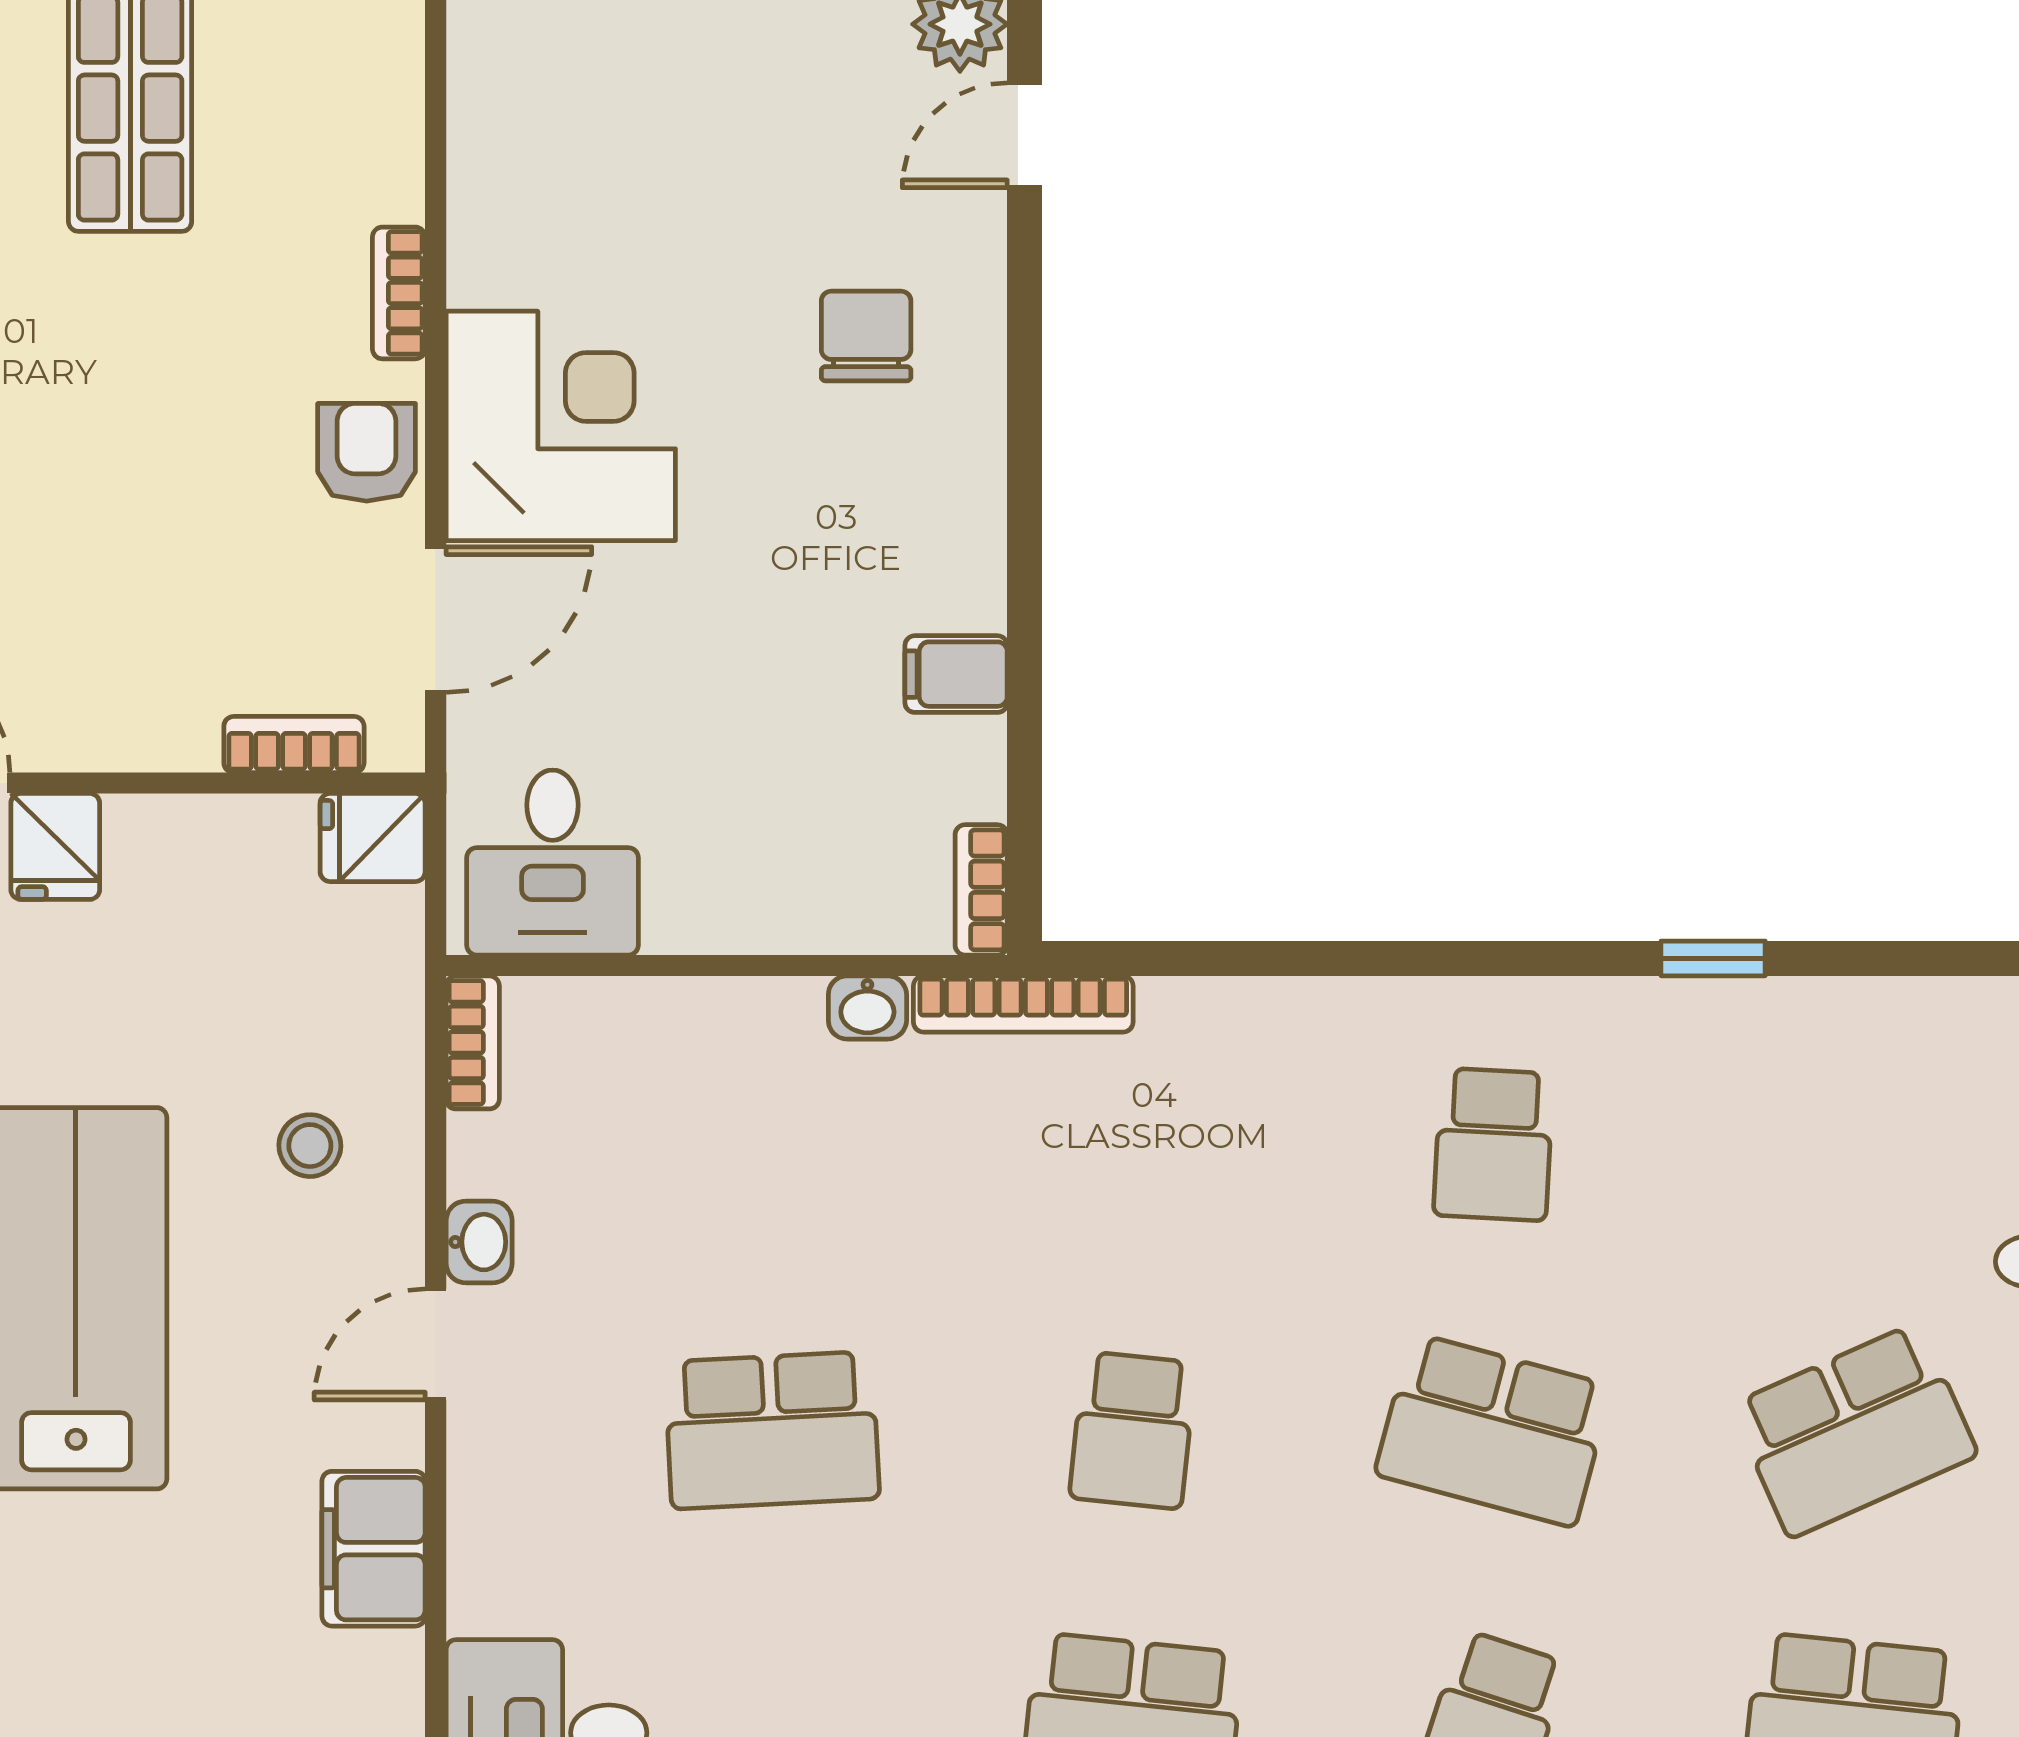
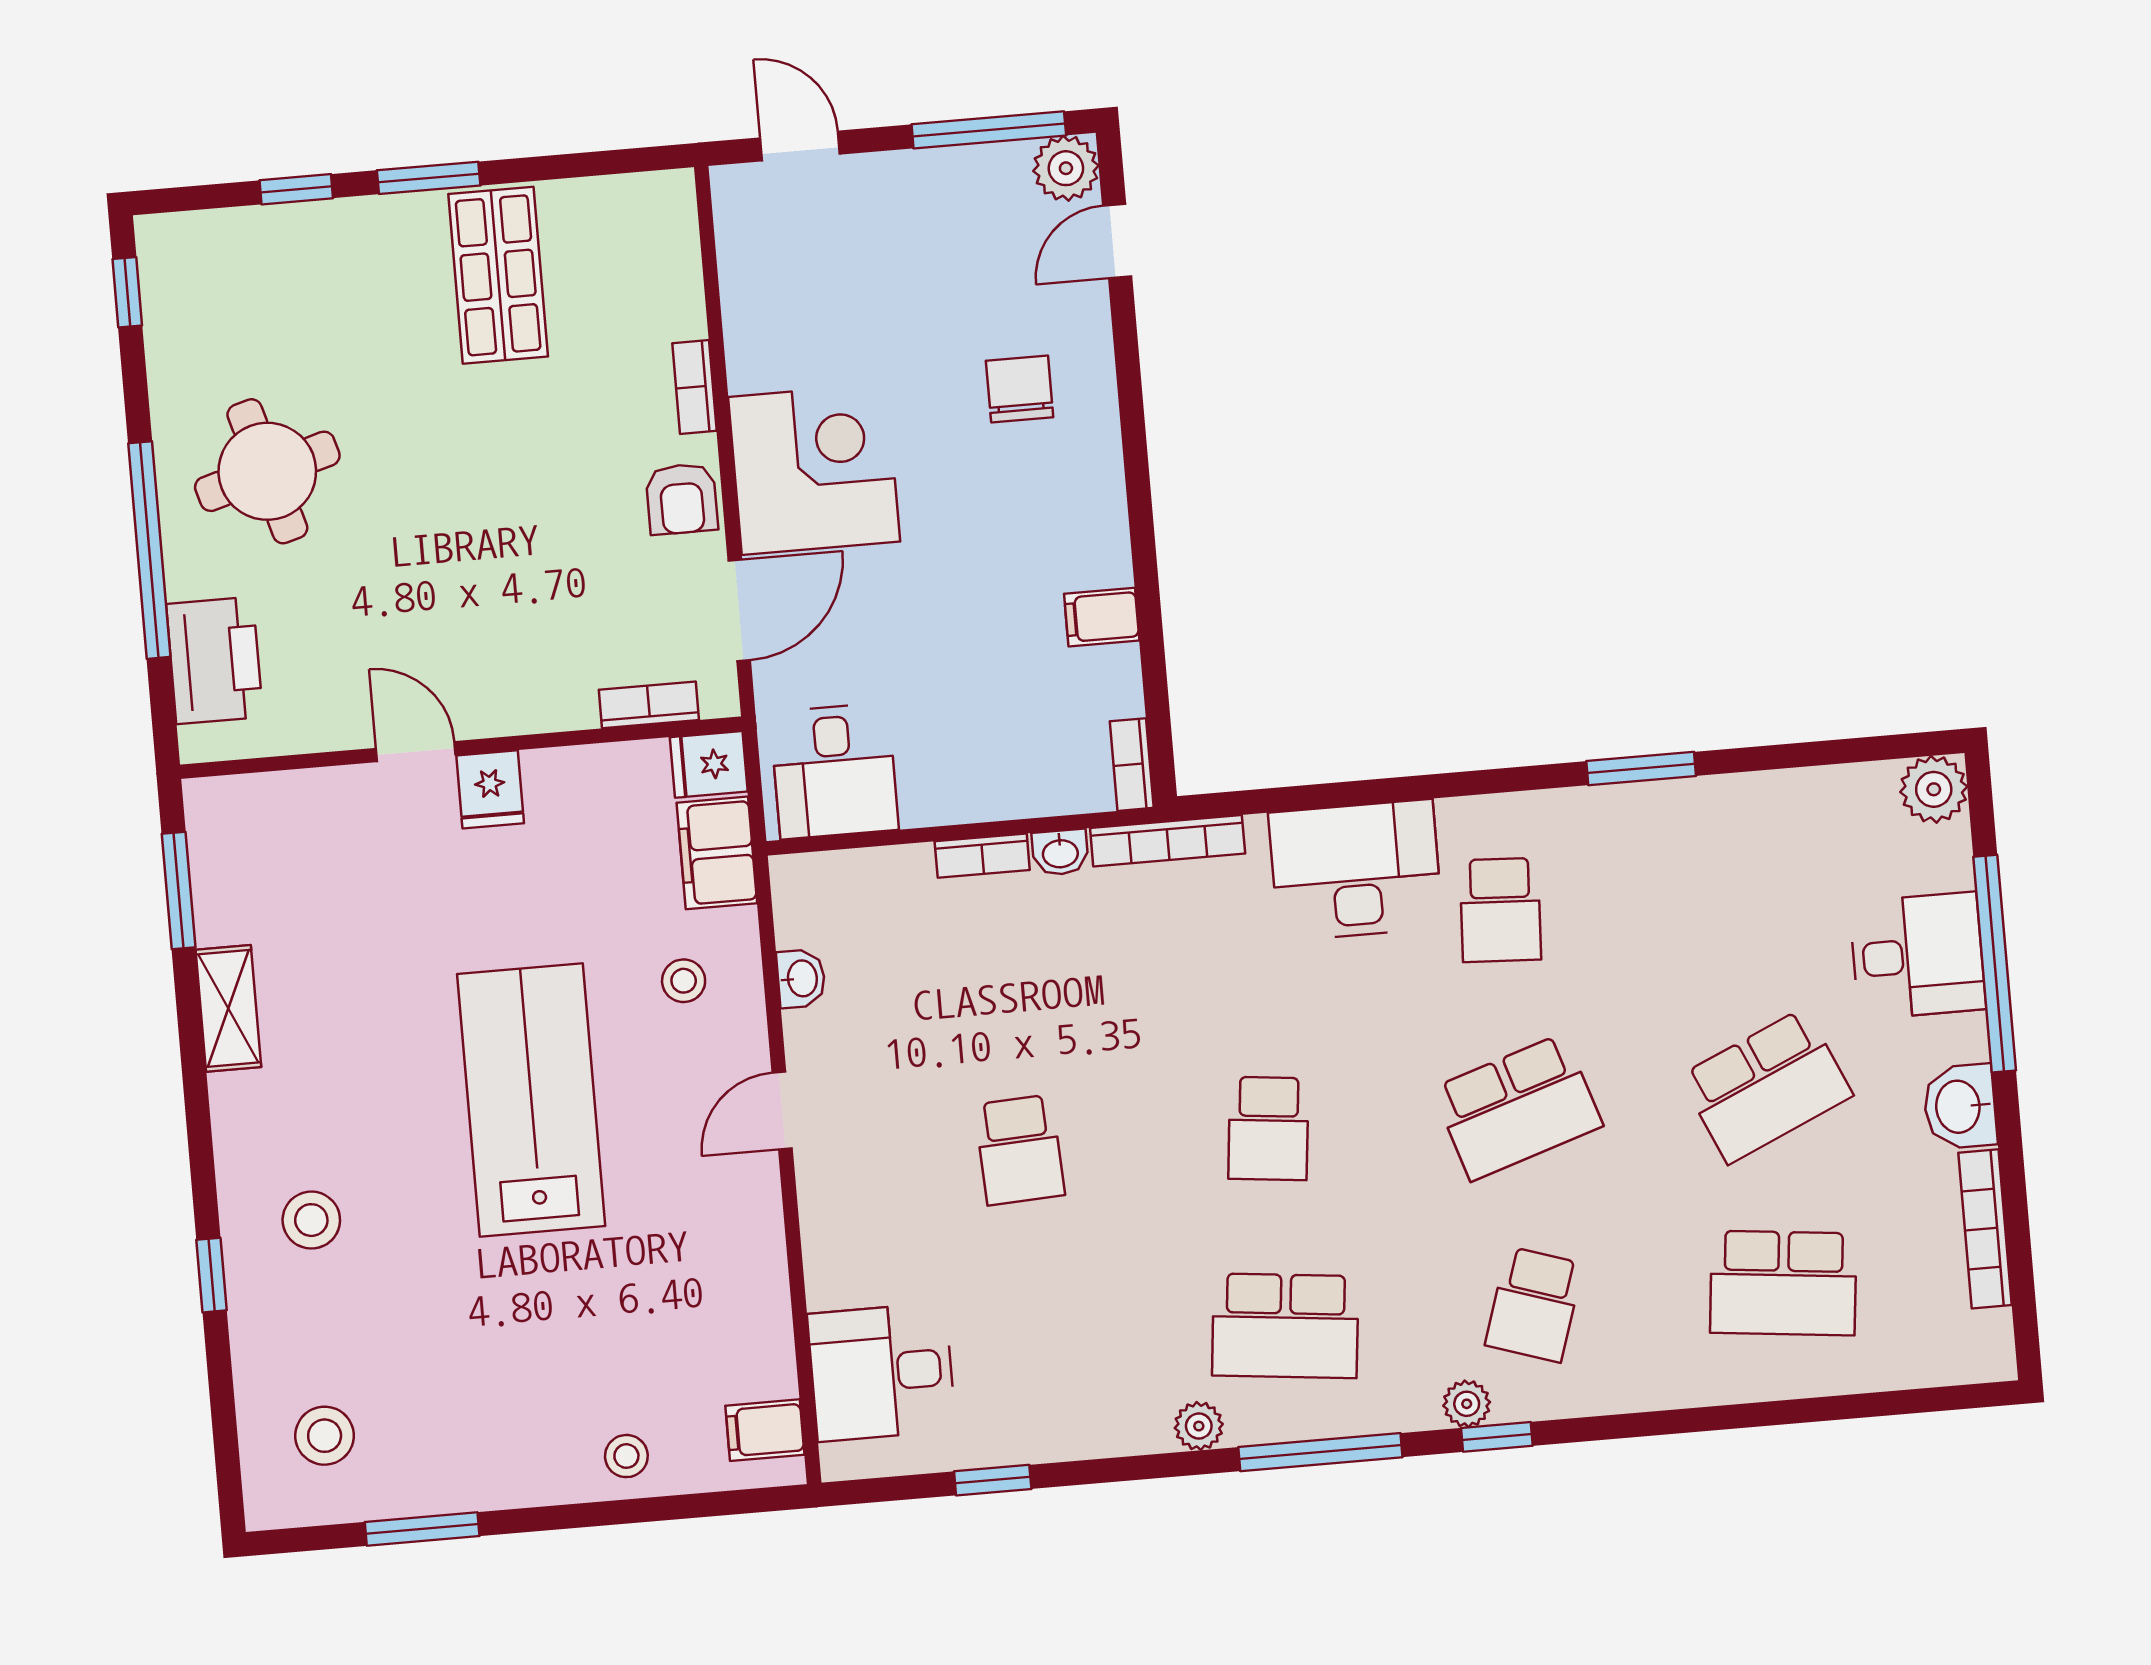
armchair: (367, 452) -> (682, 499), turned 180
window: (1713, 958) -> (1641, 769), width x1.50
bookcase: (473, 1042) -> (982, 856), moved, turned 90
desk: (1290, 1069) -> (1356, 870), added
washbasin: (479, 1242) -> (801, 979), moved
school desk: (772, 1430) -> (1019, 1150), width x0.54
school desk: (1493, 1430) -> (1517, 1107), turned -33
filing cabinet: (374, 1549) -> (717, 853), moved

